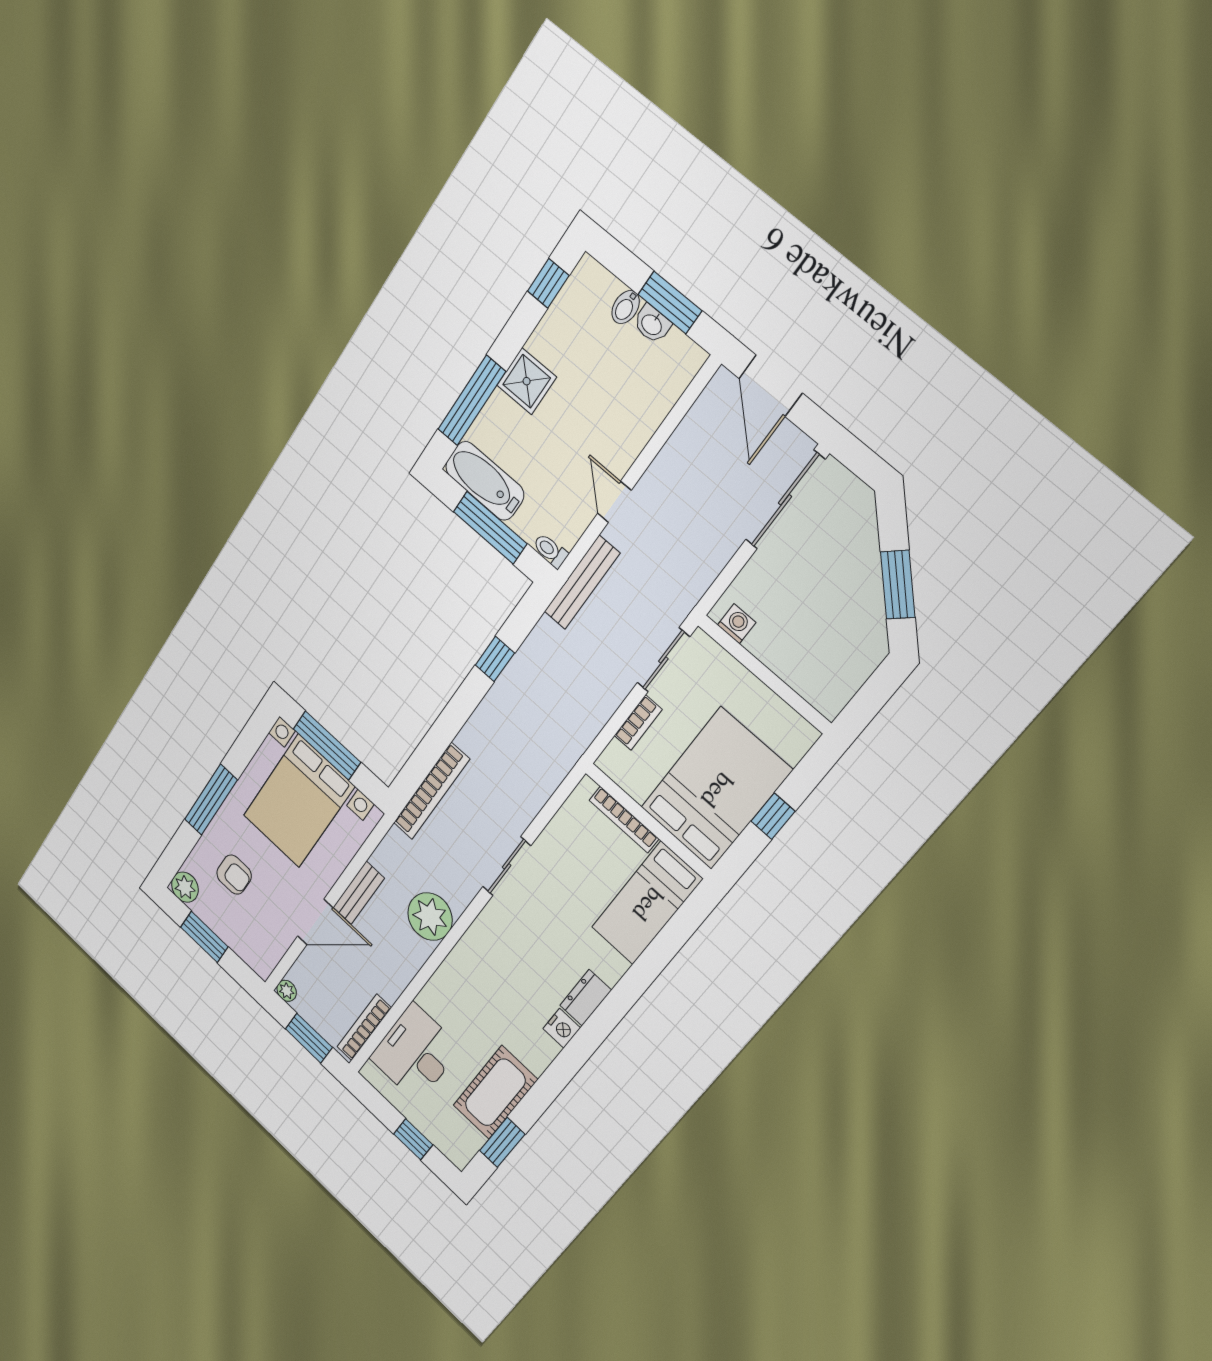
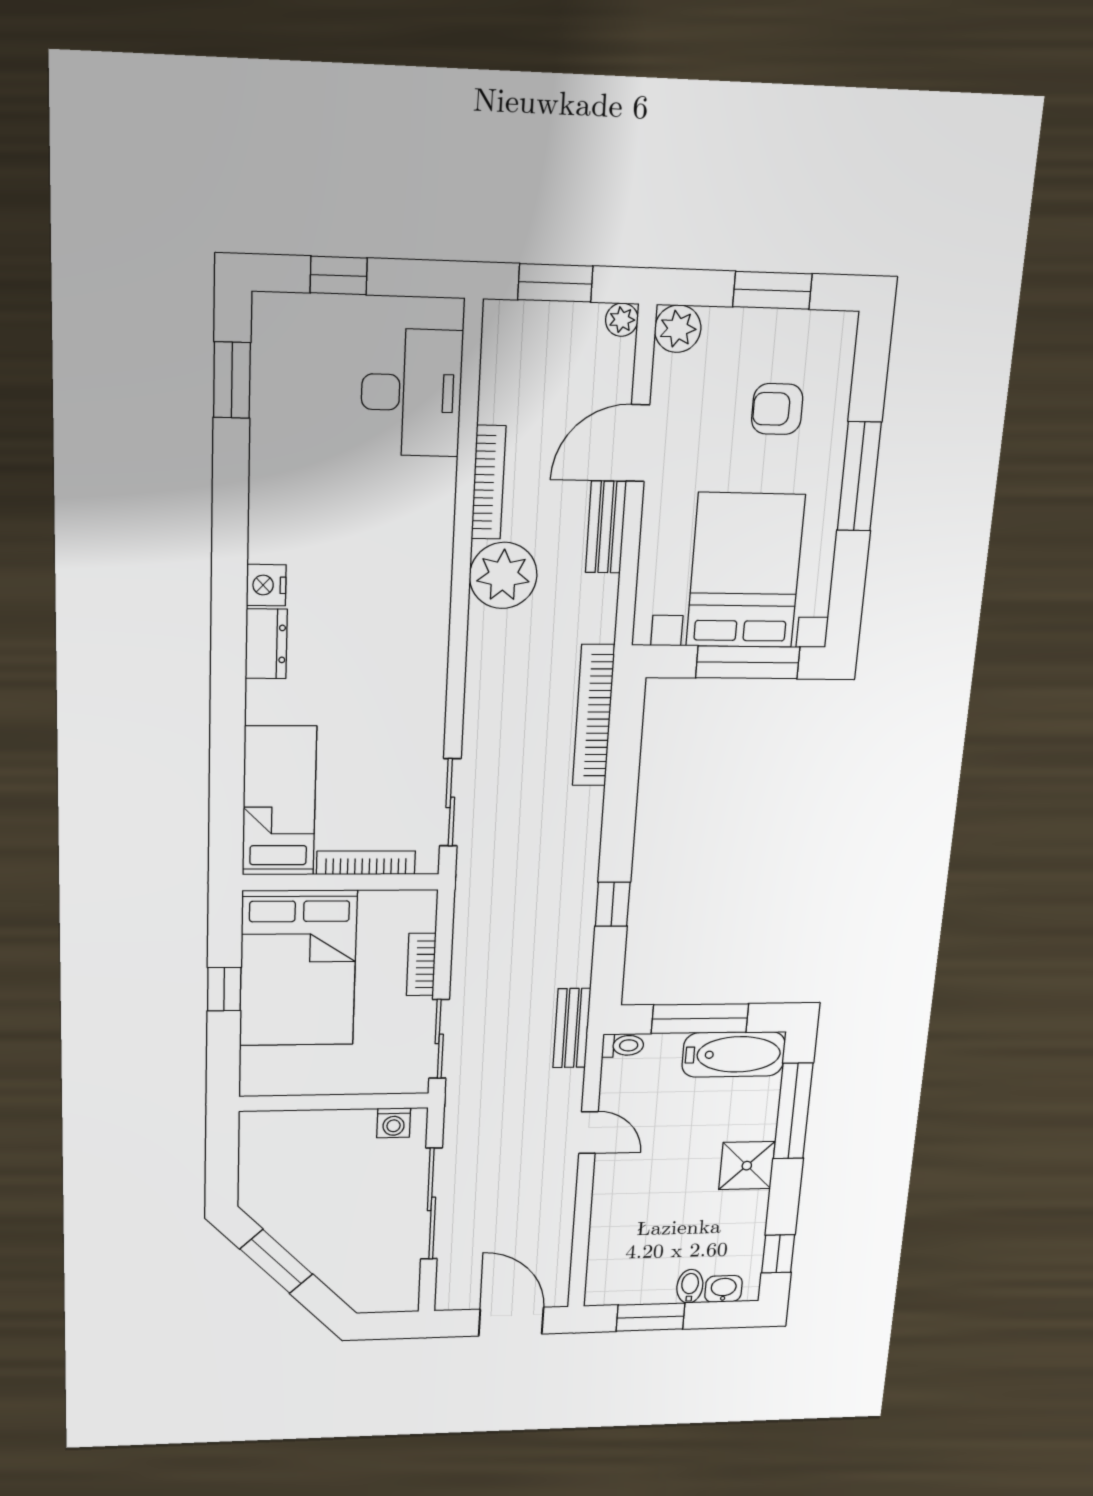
washbasin: (652, 324) -> (723, 1289), moved
sliding door: (785, 500) -> (431, 1204), moved
bench: (582, 582) -> (572, 1028), width x0.73
sliding door: (507, 866) -> (450, 802), moved
plant: (185, 887) -> (678, 329), moved
bookcase: (364, 1027) -> (488, 482), moved
cot: (495, 1092) -> (284, 436), removed

